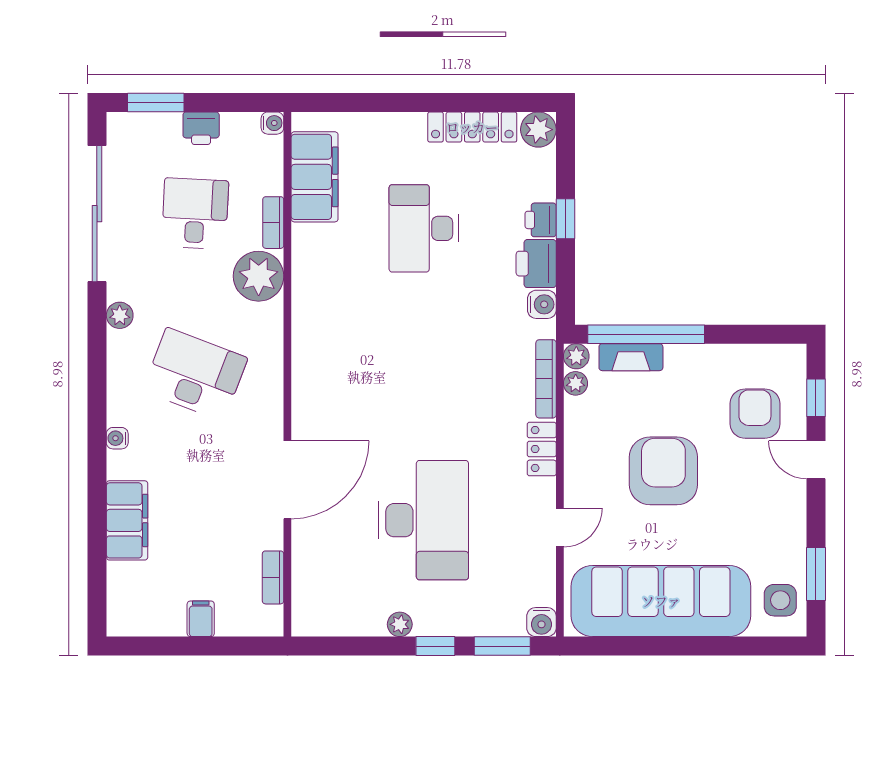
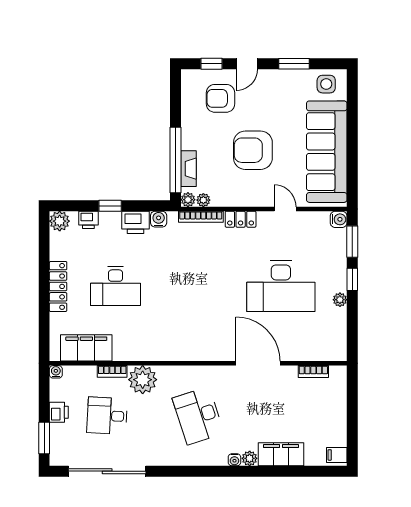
locker: (472, 127) -> (58, 286), moved
printer: (541, 220) -> (88, 220), moved
plant: (120, 315) -> (250, 458), moved
desk: (195, 374) -> (198, 416), turned -39
desk: (424, 520) -> (281, 286), turned 180
window: (816, 574) -> (294, 64), moved
filing cabinet: (201, 619) -> (337, 455), moved

